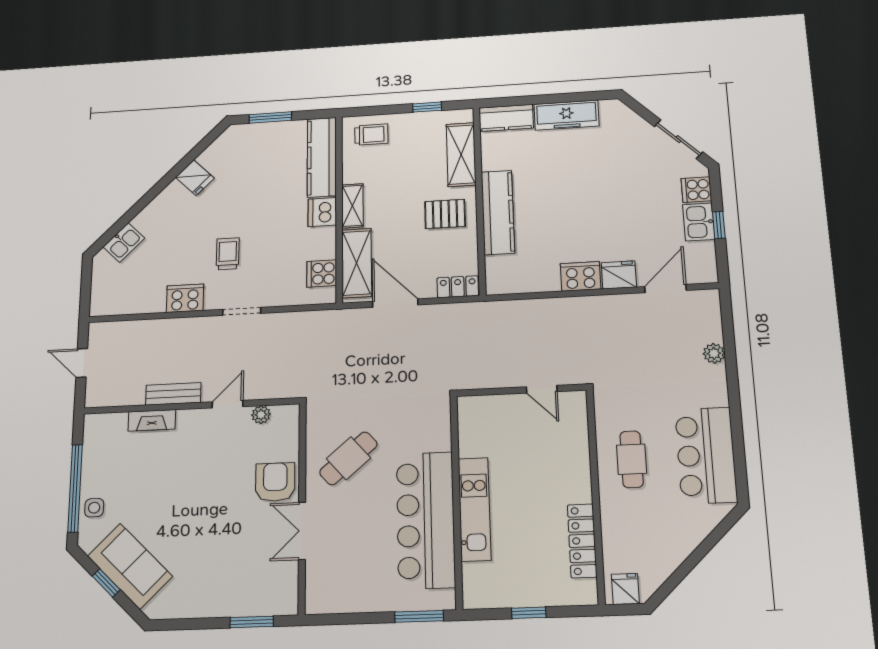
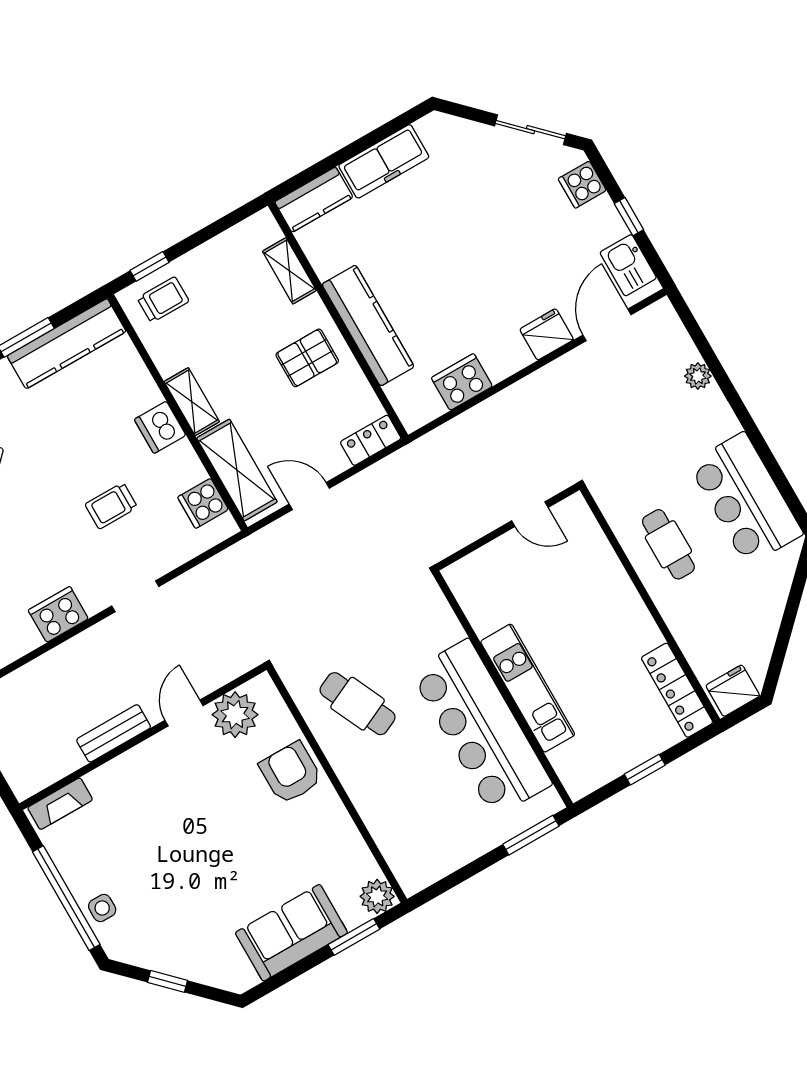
window: (427, 107) -> (150, 266), moved
shelving: (461, 155) -> (289, 271), width x0.67, depth x0.75
kitchen counter: (322, 157) -> (67, 344), moved, turned -90
kitchen sink: (699, 222) -> (628, 265), moved
trolley: (228, 254) -> (111, 506), moved, turned -90
cooker: (581, 276) -> (462, 382), moved
door: (395, 303) -> (309, 496), width x0.73
plant: (261, 415) -> (235, 715), width x1.88, depth x1.88
fireplace: (152, 420) -> (60, 804), moved
cafe table: (348, 458) -> (358, 704), turned -74
double door: (302, 531) -> (352, 811), removed
locker: (582, 541) -> (677, 690), moved
sofa: (130, 566) -> (291, 933), moved, turned -45
fridge: (625, 589) -> (733, 691), width x1.38
plant: (285, 602) -> (377, 896), added

